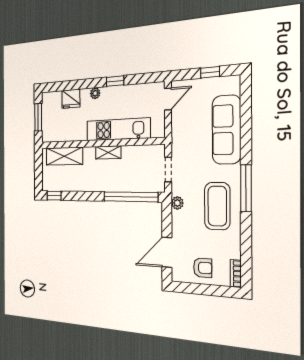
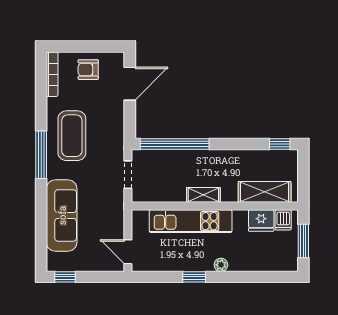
window: (210, 72) -> (65, 277), moved
fridge: (71, 99) -> (261, 220), moved, turned 180
door: (168, 99) -> (128, 252), hinge flipped
dishwasher: (52, 134) -> (283, 220), added
plant: (177, 203) -> (117, 138), removed
bookcase: (236, 274) -> (52, 74), width x1.56

